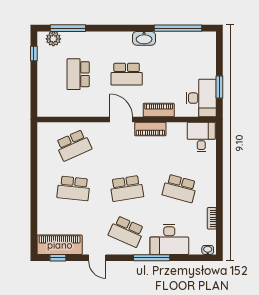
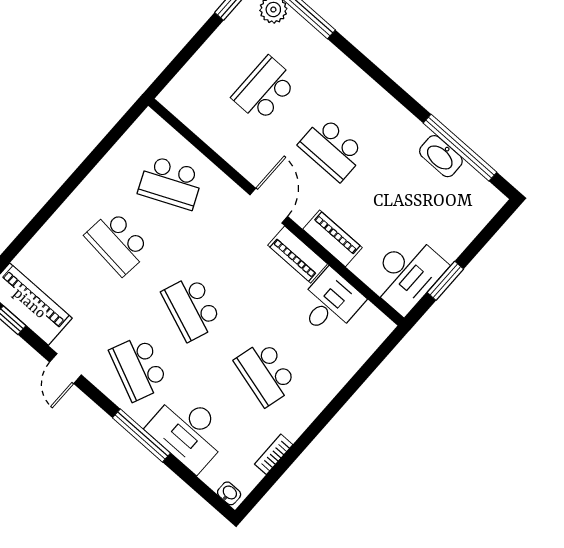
washbasin: (144, 38) -> (441, 156), moved
desk: (201, 137) -> (330, 303), moved
school desk: (127, 188) -> (192, 308), turned 30

